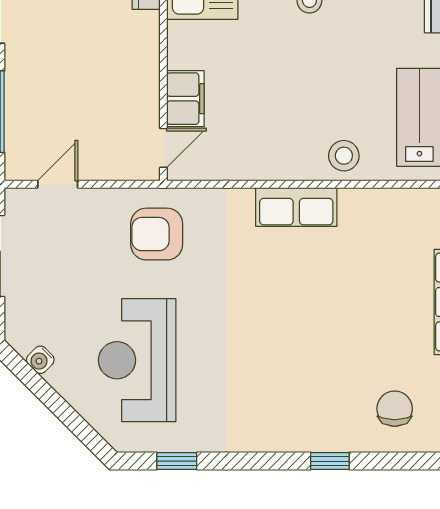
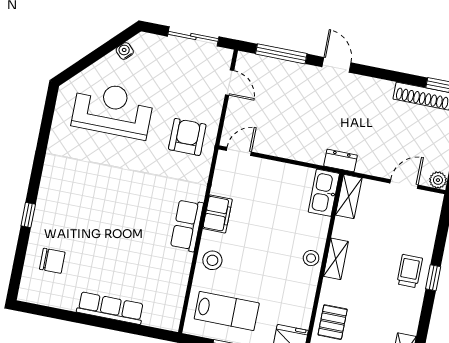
filing cabinet: (185, 99) -> (217, 214), moved, turned -90
door: (163, 148) -> (239, 151), swing flipped
window: (177, 461) -> (47, 122), removed

